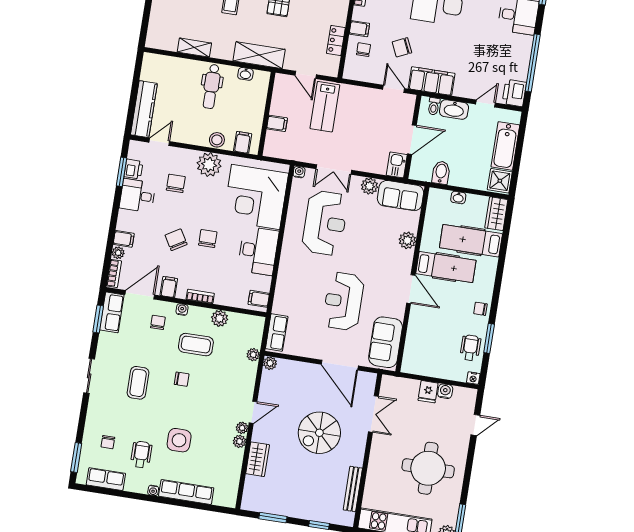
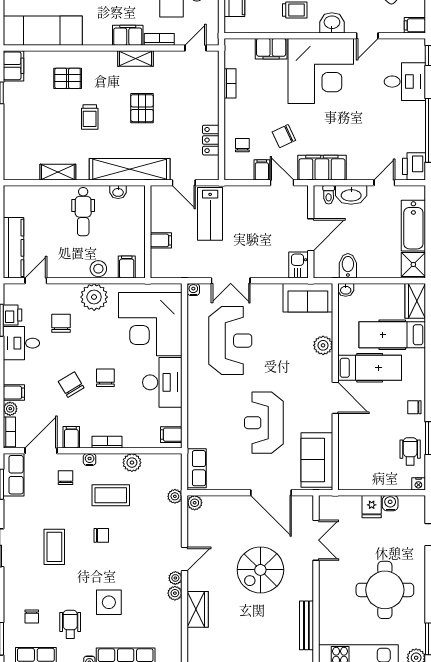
filing cabinet: (359, 29) -> (262, 170), moved, turned -90
shelving: (259, 55) -> (130, 169), width x1.47
plant: (369, 186) -> (272, 293), removed
washbasin: (458, 197) -> (346, 290), moved

